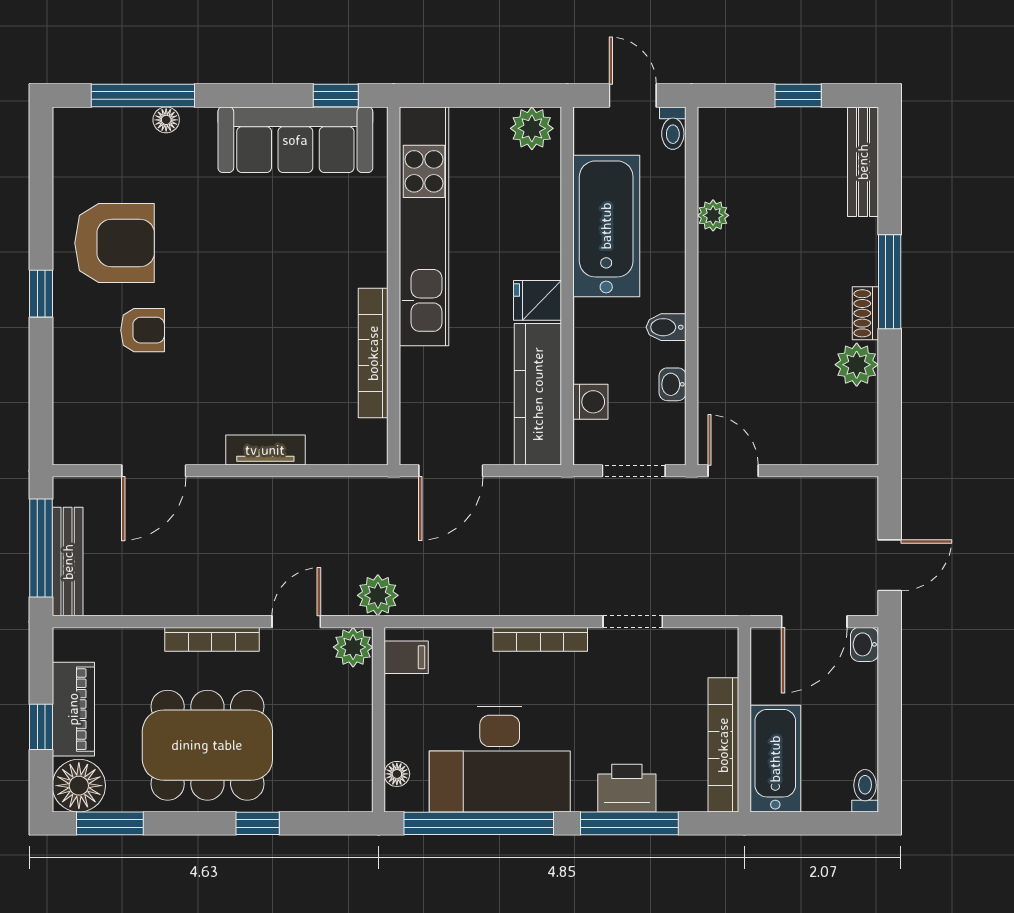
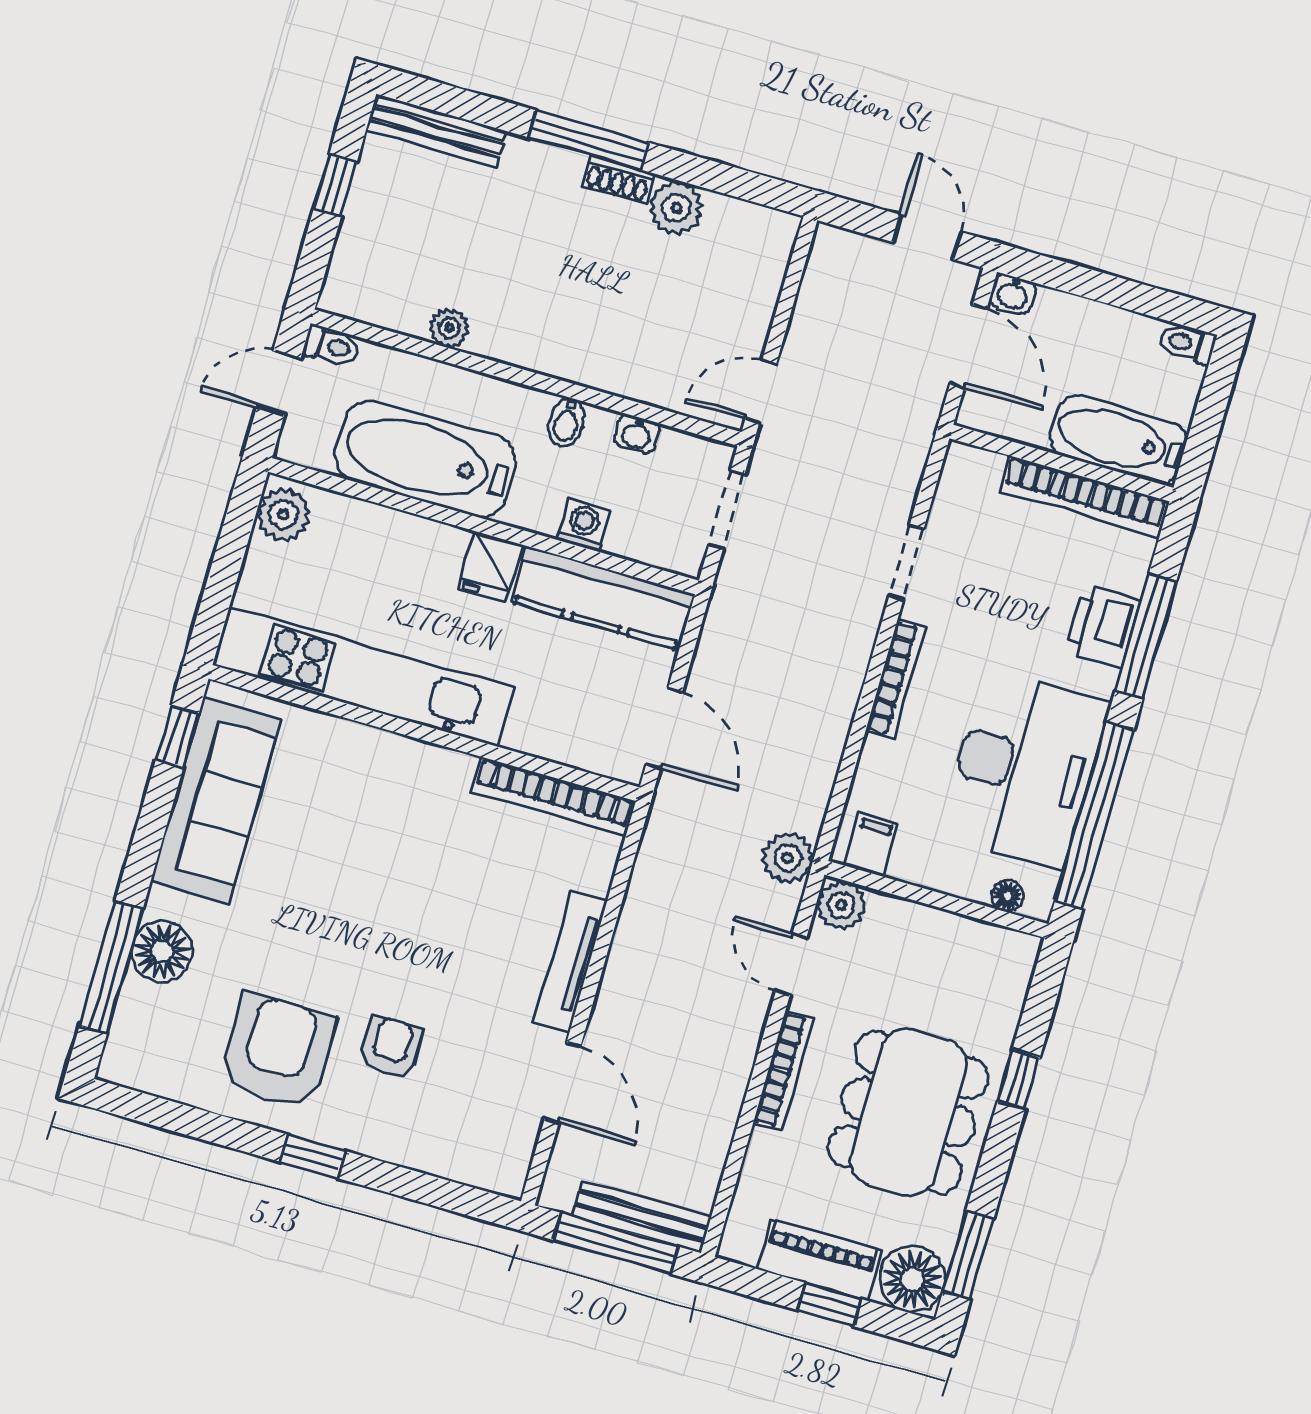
floor lamp: (166, 120) -> (162, 952), width x1.89, depth x1.89
bookcase: (373, 353) -> (553, 796), moved
washing machine: (590, 402) -> (583, 525), moved
tv unit: (265, 450) -> (570, 961), width x1.41

